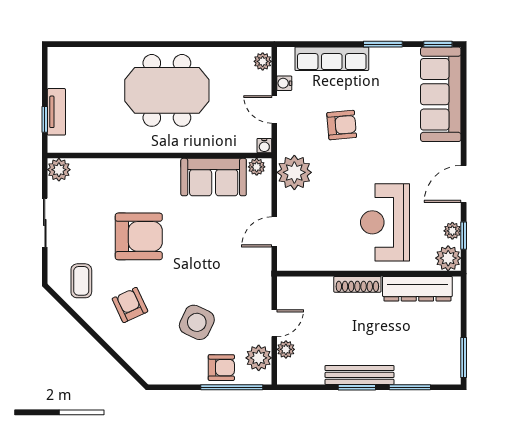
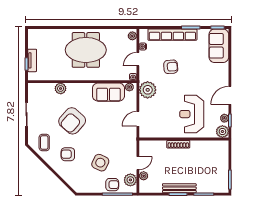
row of seats: (332, 59) -> (172, 35), width x1.36
sofa: (441, 94) -> (219, 46), width x0.73
door: (274, 109) -> (138, 59), hinge flipped
plant: (59, 170) -> (61, 88), moved
armchair: (139, 236) -> (72, 121), turned 131
dresser: (417, 289) -> (207, 146), removed
armchair: (130, 305) -> (68, 154), turned -65

